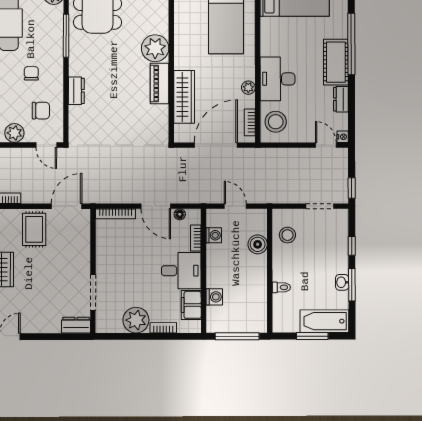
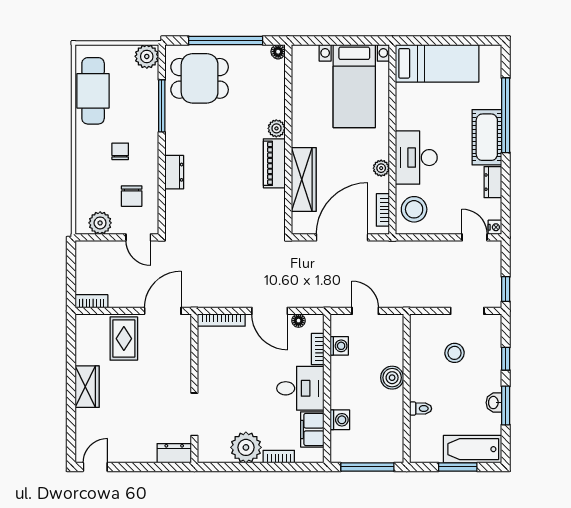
plant: (155, 48) -> (276, 128), width x0.53, depth x0.53
chair: (41, 111) -> (132, 196), turned 90
stool: (287, 235) -> (454, 353), moved
boiler: (258, 244) -> (392, 378), moved

